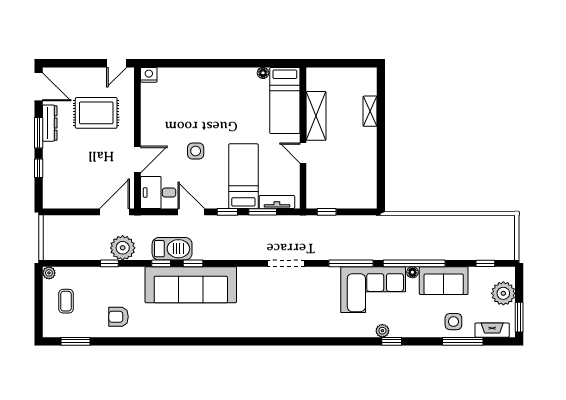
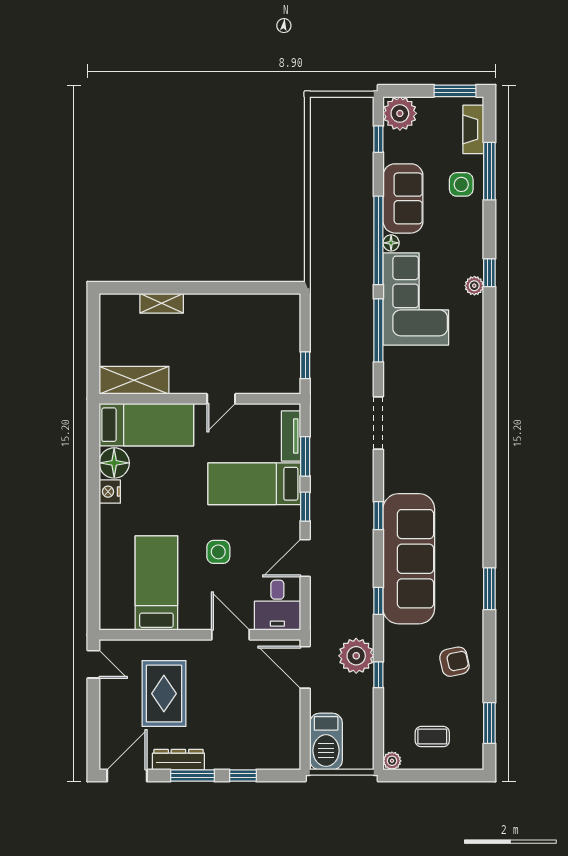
floor lamp: (263, 73) -> (114, 463), width x1.89, depth x1.89
nightstand: (149, 75) -> (110, 492), moved
bed: (174, 108) -> (156, 583), added
shelving: (316, 116) -> (134, 380), moved
barbecue: (172, 249) -> (326, 742), moved, turned 180
window: (193, 263) -> (378, 516), moved
plant: (503, 293) -> (400, 113), moved
armchair: (119, 317) -> (454, 662), turned -102
window: (170, 341) -> (489, 589), added

